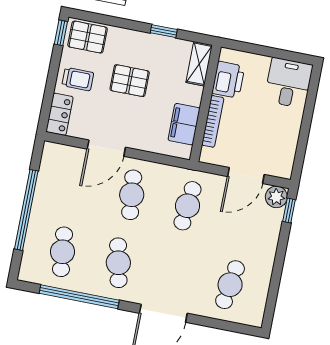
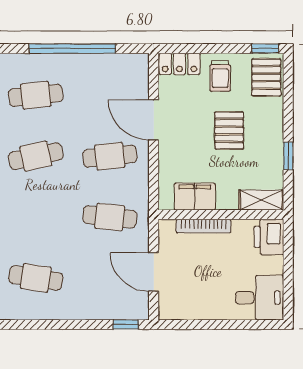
printer: (228, 80) -> (269, 237), moved, turned 90
plant: (276, 197) -> (137, 308), removed

